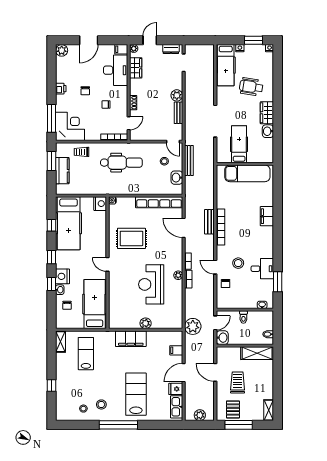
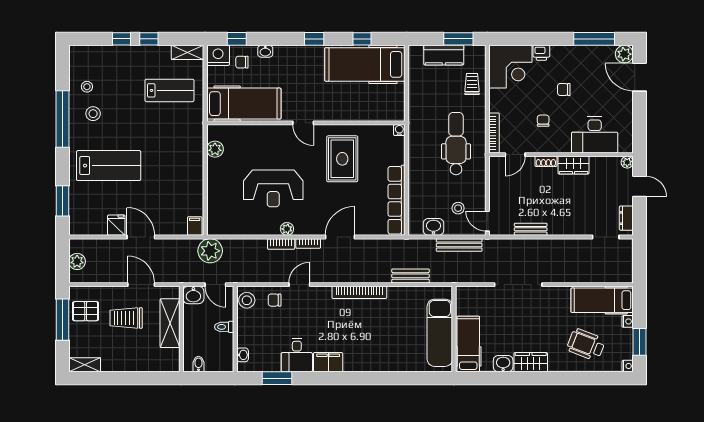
door: (89, 40) -> (640, 77), moved
filing cabinet: (121, 49) -> (626, 143), removed
wardrobe: (136, 68) -> (574, 165), moved
wheelchair: (251, 87) -> (586, 345), moved, turned -78
printer: (61, 89) -> (541, 53), moved
plant: (177, 95) -> (557, 227), removed
window: (52, 118) -> (594, 39), moved
door: (129, 123) -> (515, 155), hinge flipped
door: (173, 142) -> (487, 221), hinge flipped
hospital bed: (239, 144) -> (468, 344), moved, turned -90
dental chair: (121, 163) -> (456, 144), turned 180
nightstand: (100, 204) -> (394, 112), removed
filing cabinet: (267, 216) -> (328, 362), moved
bench: (209, 222) -> (411, 276), moved
door: (184, 228) -> (340, 237), moved
stool: (238, 263) -> (247, 300), moved
door: (108, 264) -> (303, 123), swing flipped
nightstand: (63, 276) -> (218, 55), moved
window: (52, 284) -> (237, 39), moved
reception desk: (151, 284) -> (273, 188), turned 180
plant: (146, 323) -> (215, 149), moved
filing cabinet: (131, 339) -> (192, 158), removed
filing cabinet: (176, 350) -> (195, 226), moved
shelving: (257, 353) -> (170, 323), moved
window: (52, 367) -> (149, 39), added
door: (215, 372) -> (141, 285), hinge flipped
trolley: (238, 382) -> (126, 318), turned 180
kitchen sink: (177, 407) -> (90, 227), removed
window: (118, 425) -> (62, 119), moved
window: (159, 425) -> (62, 201), added

